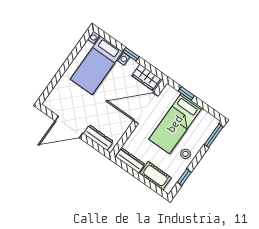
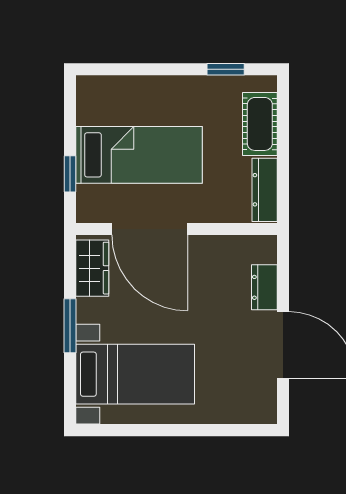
window: (131, 54) -> (70, 326), width x1.50
window: (214, 136) -> (111, 69), removed
dresser: (98, 138) -> (264, 287), width x0.70
stool: (186, 154) -> (181, 97), removed

